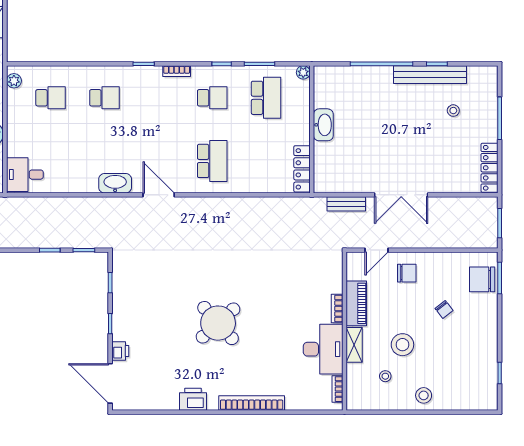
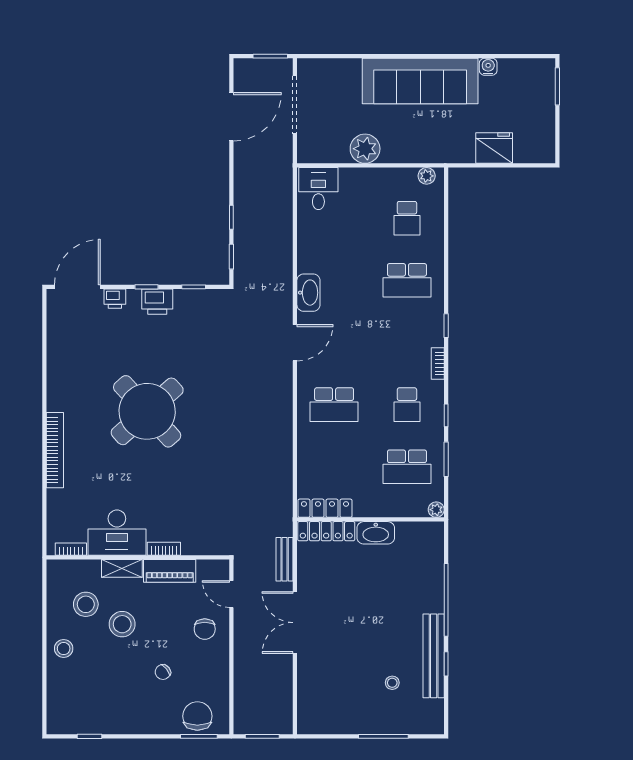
school desk: (104, 98) -> (407, 280), width x1.85
locker: (490, 168) -> (326, 531), moved, turned 180
round table: (218, 323) -> (147, 411), width x1.36, depth x1.36
stool: (385, 376) -> (86, 604), width x1.89, depth x1.89
printer: (193, 399) -> (157, 302), moved, turned 90

